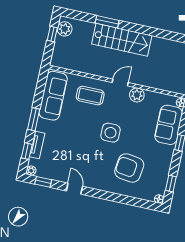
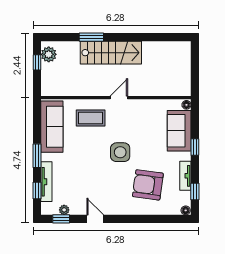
plant: (137, 95) -> (139, 107), removed
tv unit: (37, 145) -> (46, 182), width x1.41
tv unit: (165, 167) -> (185, 176), added
plant: (31, 171) -> (64, 210), moved

